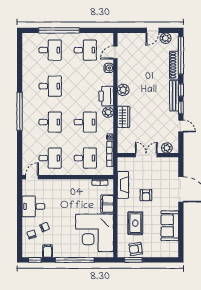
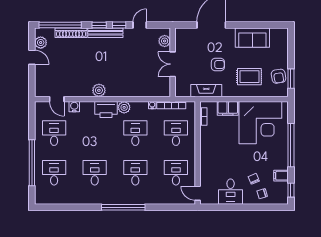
wardrobe: (123, 117) -> (129, 90), removed

